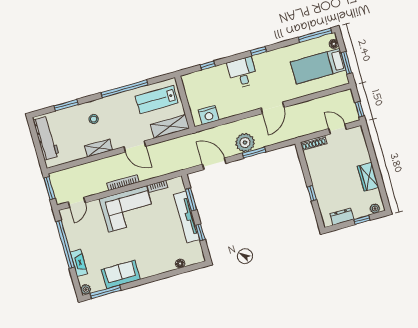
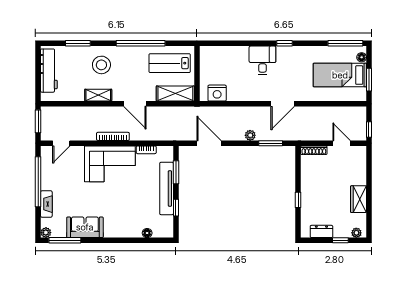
window: (208, 65) -> (230, 43), removed
stool: (94, 119) -> (101, 65), width x1.89, depth x1.89
plant: (245, 143) -> (250, 135), width x0.53, depth x0.53
window: (254, 153) -> (271, 143), moved

